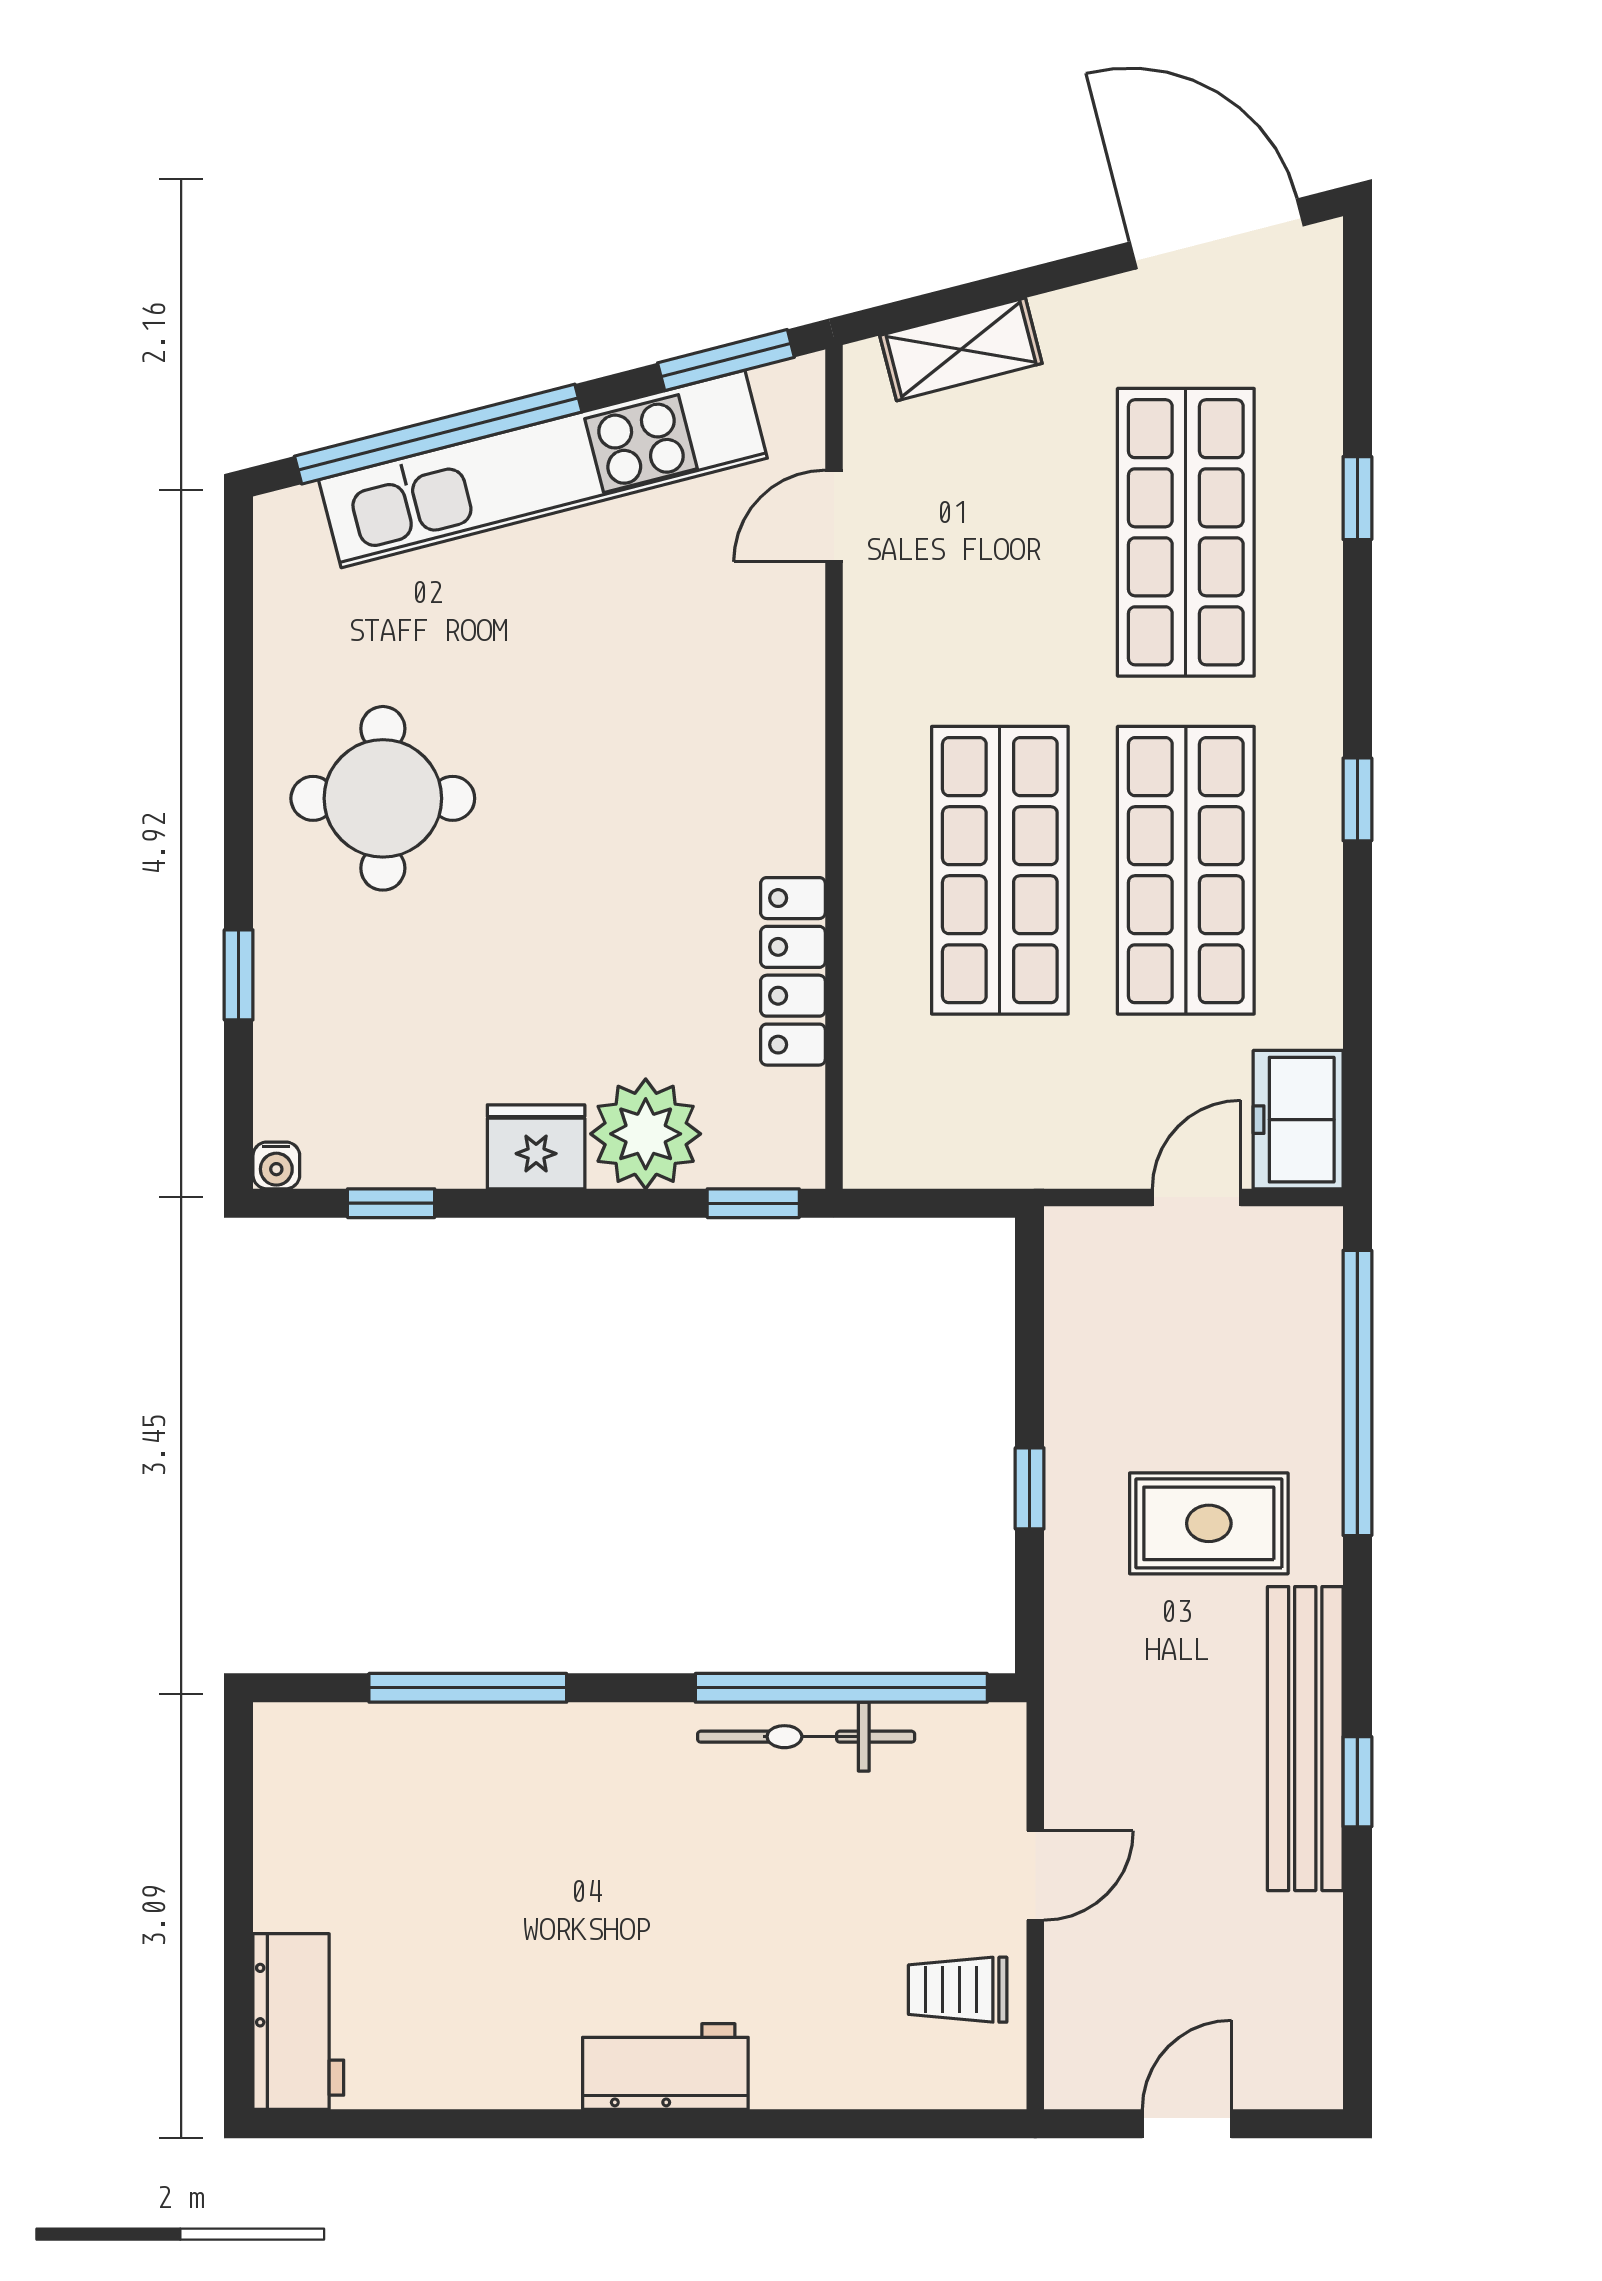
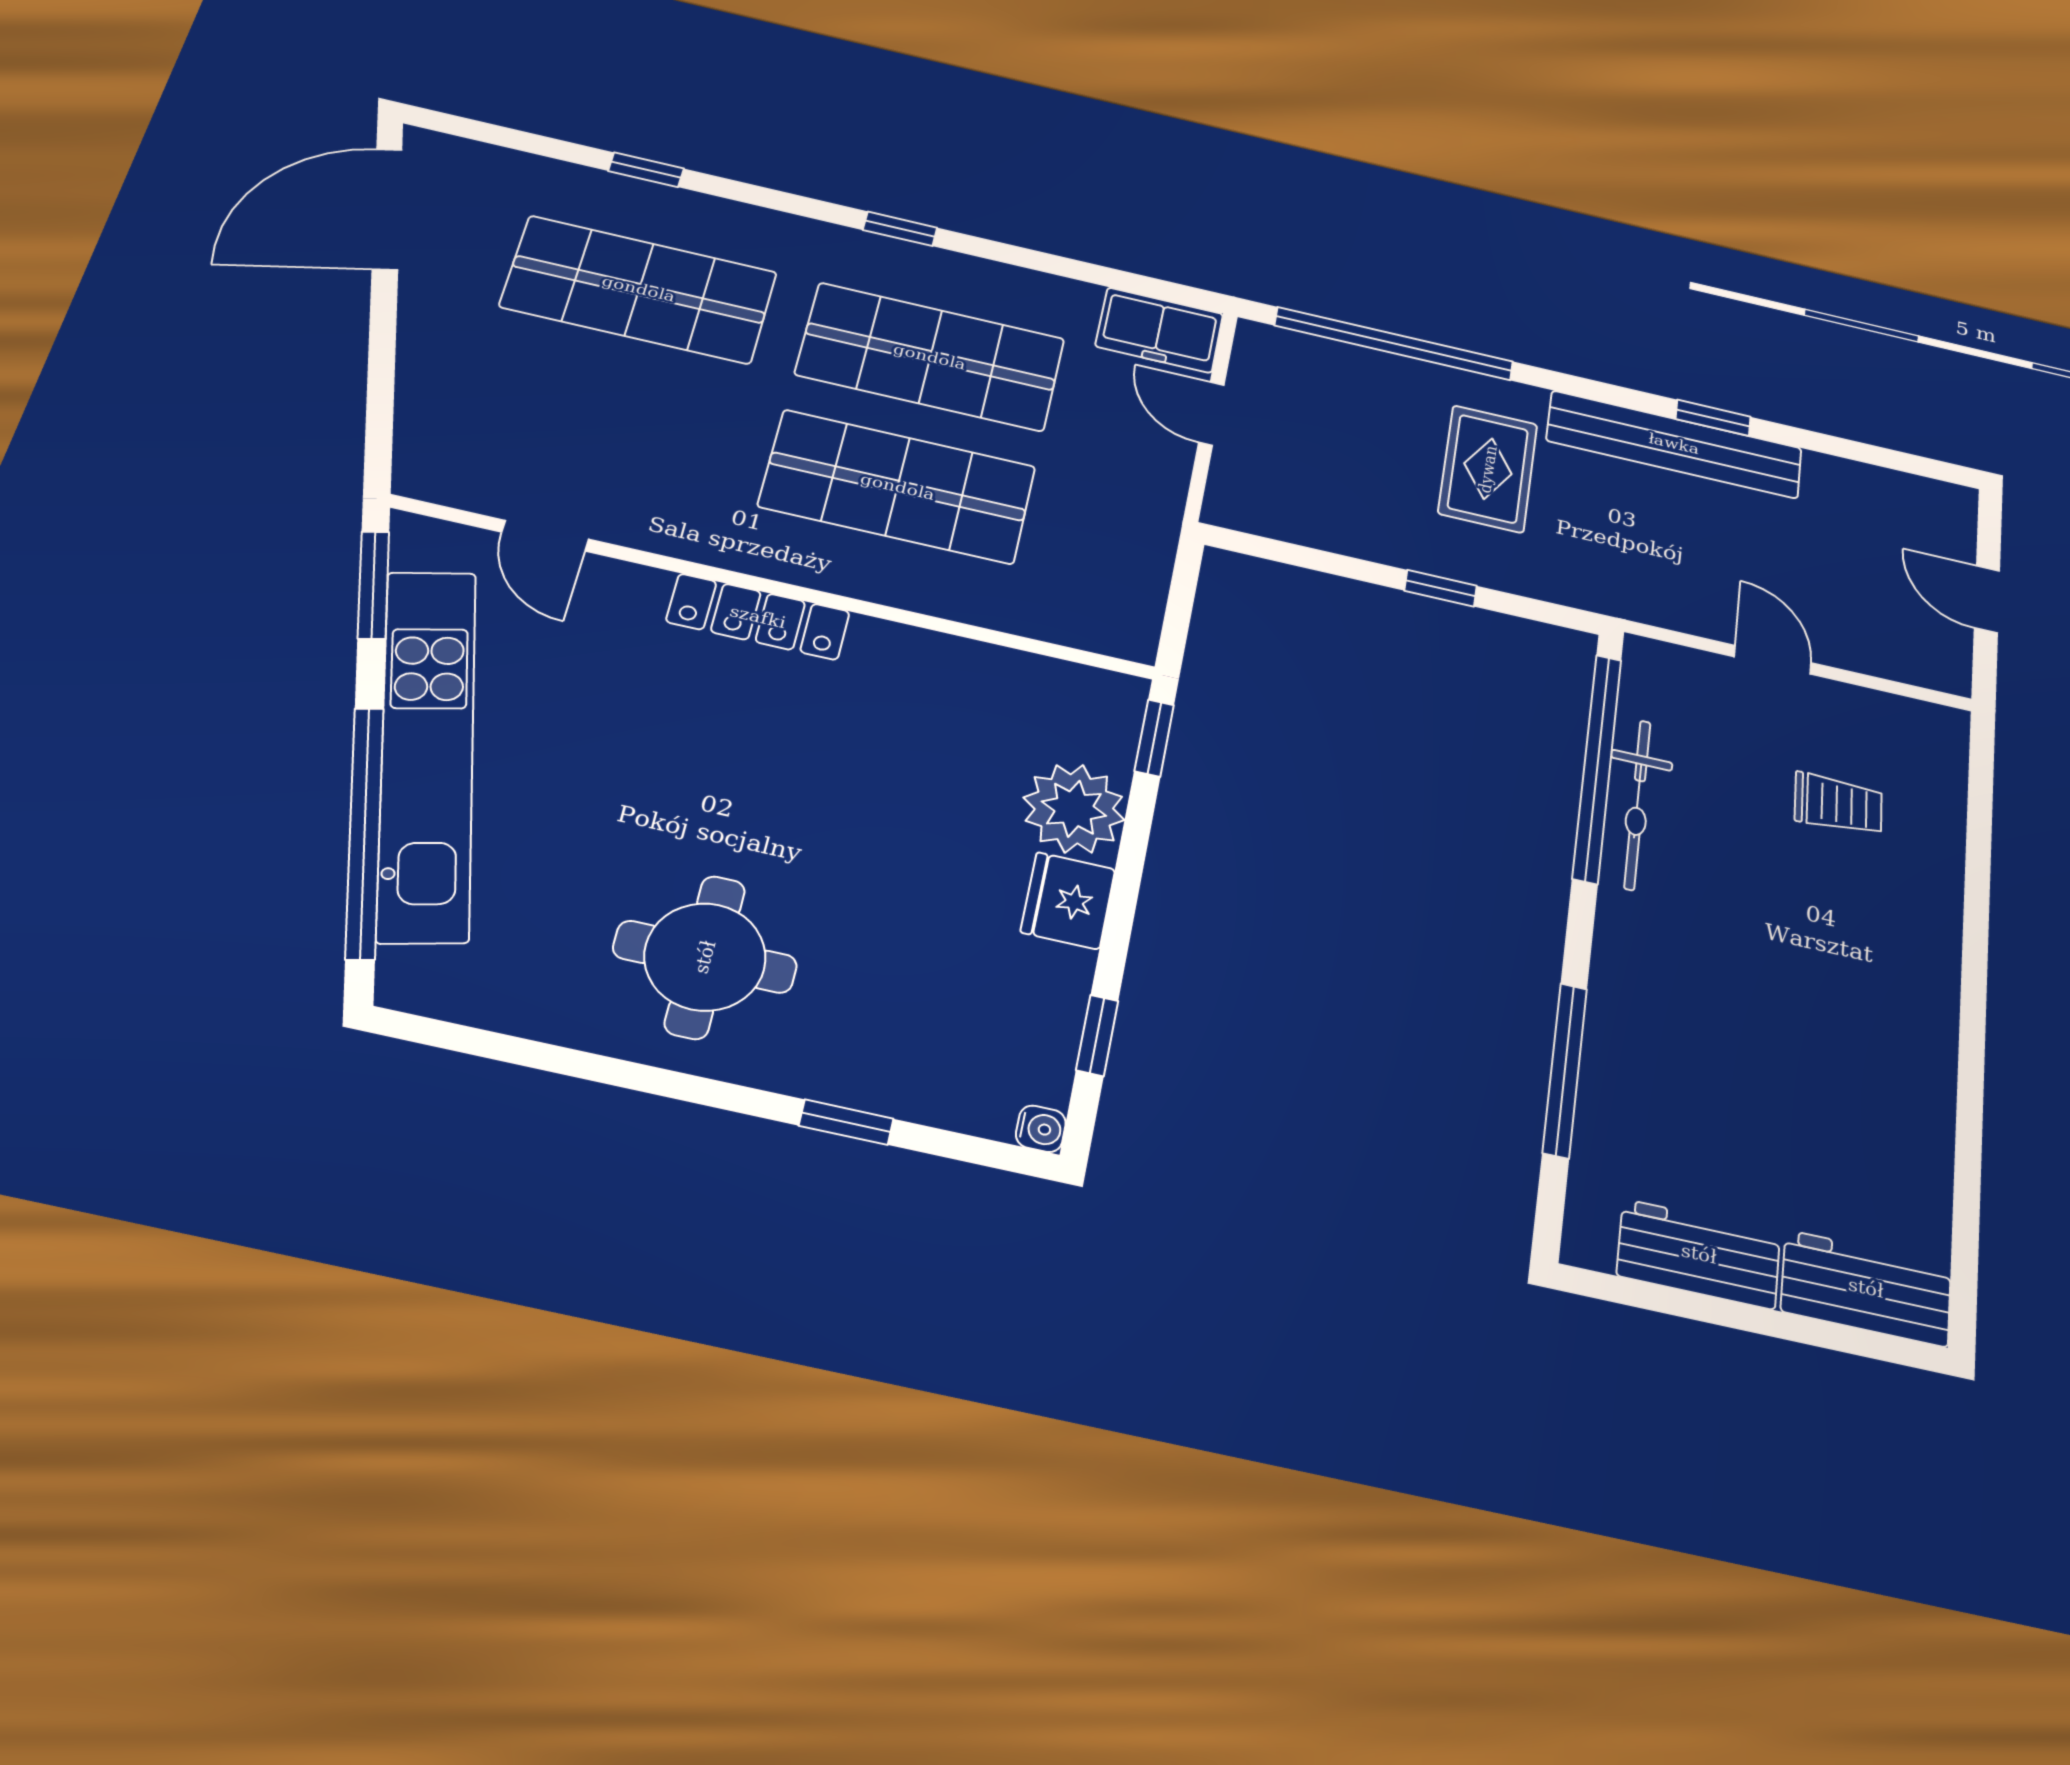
shelving: (961, 349) -> (425, 409), removed
locker: (793, 971) -> (758, 617), moved
trolley: (958, 1990) -> (1838, 804), moved, turned -92
workbench: (665, 2066) -> (1699, 1254), moved, turned 90

